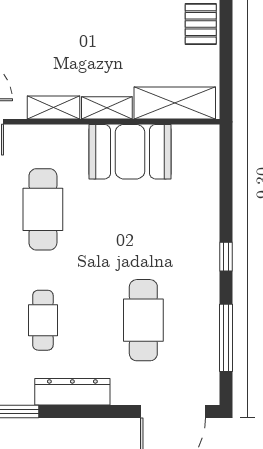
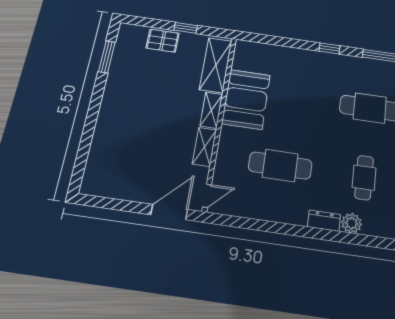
window: (226, 52) -> (186, 28), added
cafe table: (43, 320) -> (364, 178), turned 90

